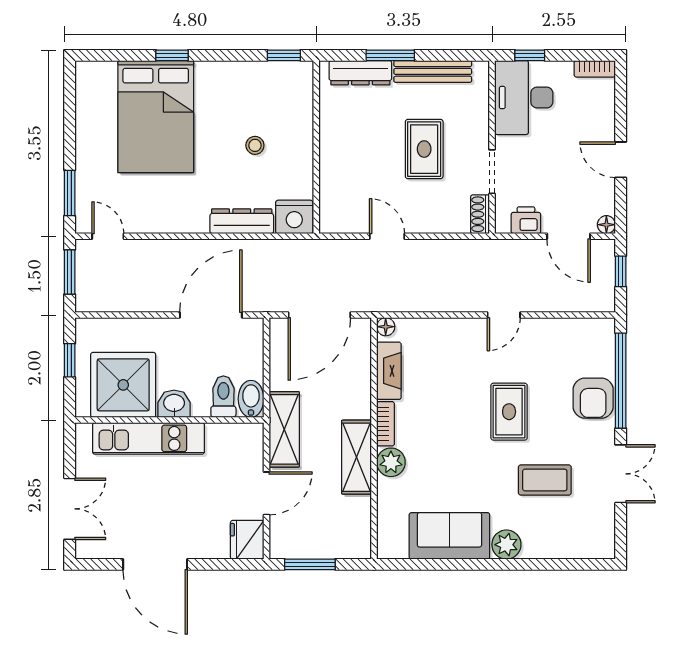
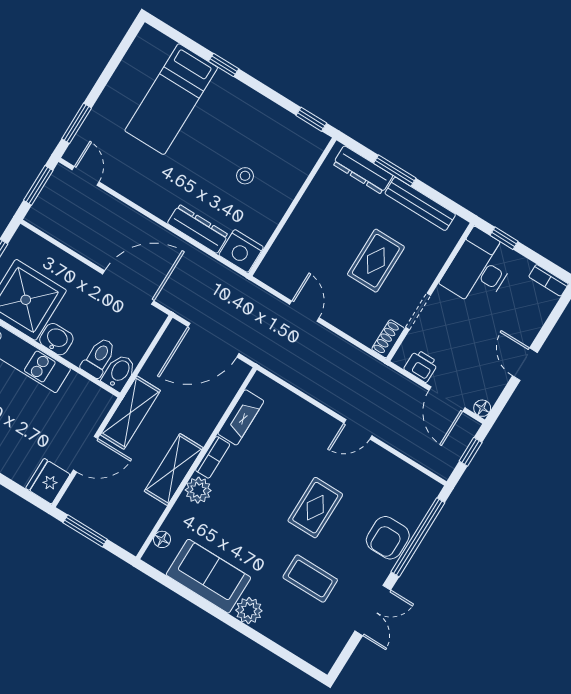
bed: (156, 117) -> (171, 99), width x0.67
floor lamp: (386, 327) -> (162, 539), moved

